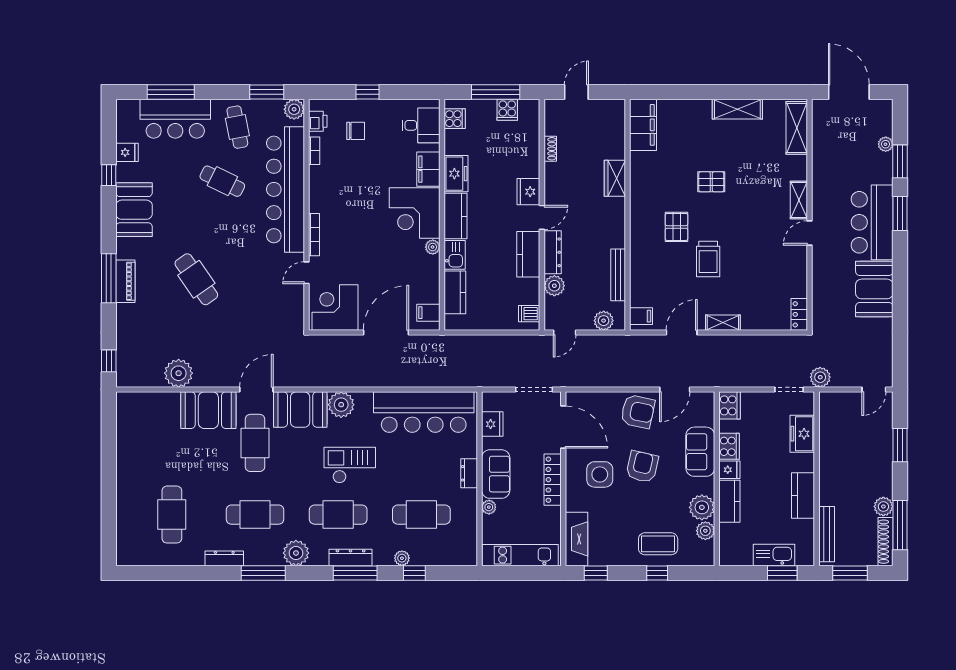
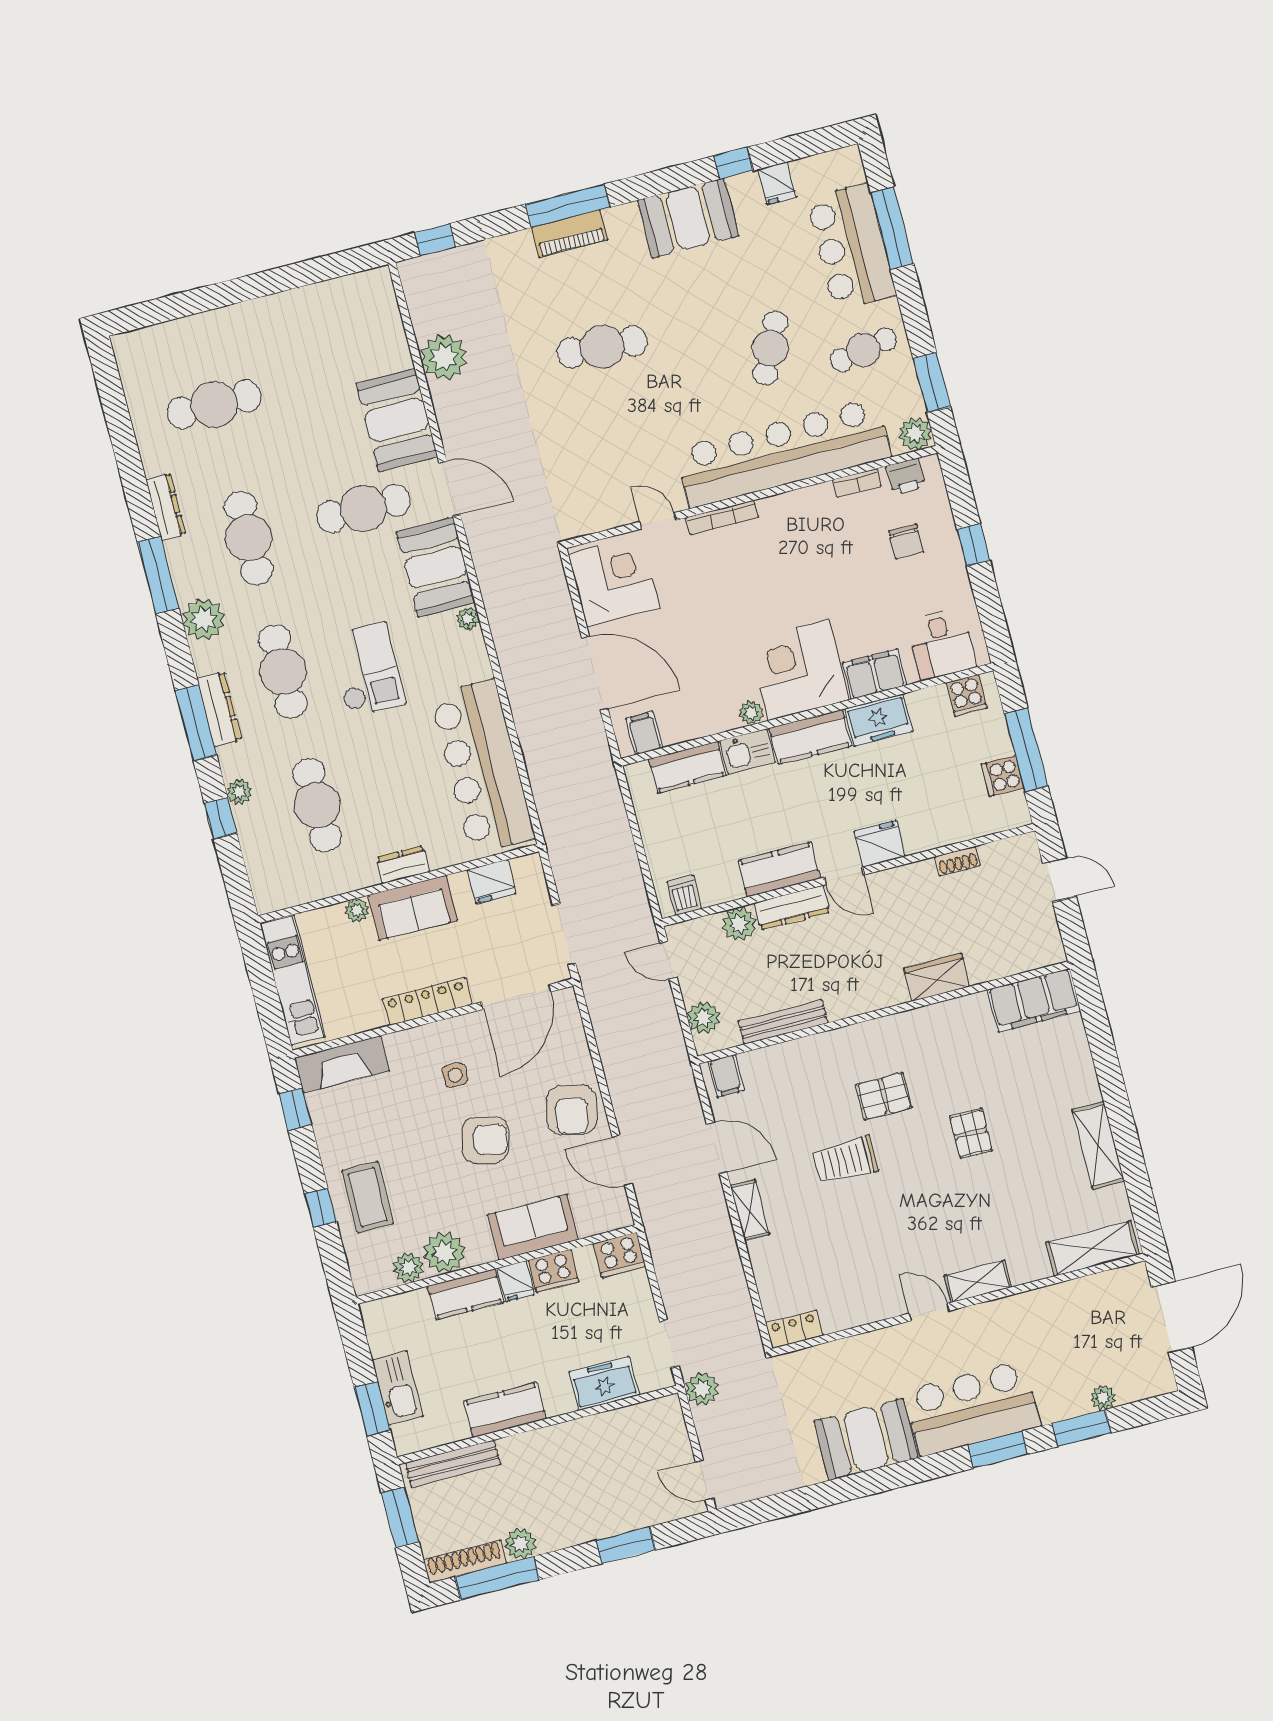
cafe table: (196, 279) -> (602, 347), turned 39
plant: (341, 405) -> (468, 619), width x0.53, depth x0.53
side table: (600, 474) -> (455, 1075), width x0.54, depth x0.54

